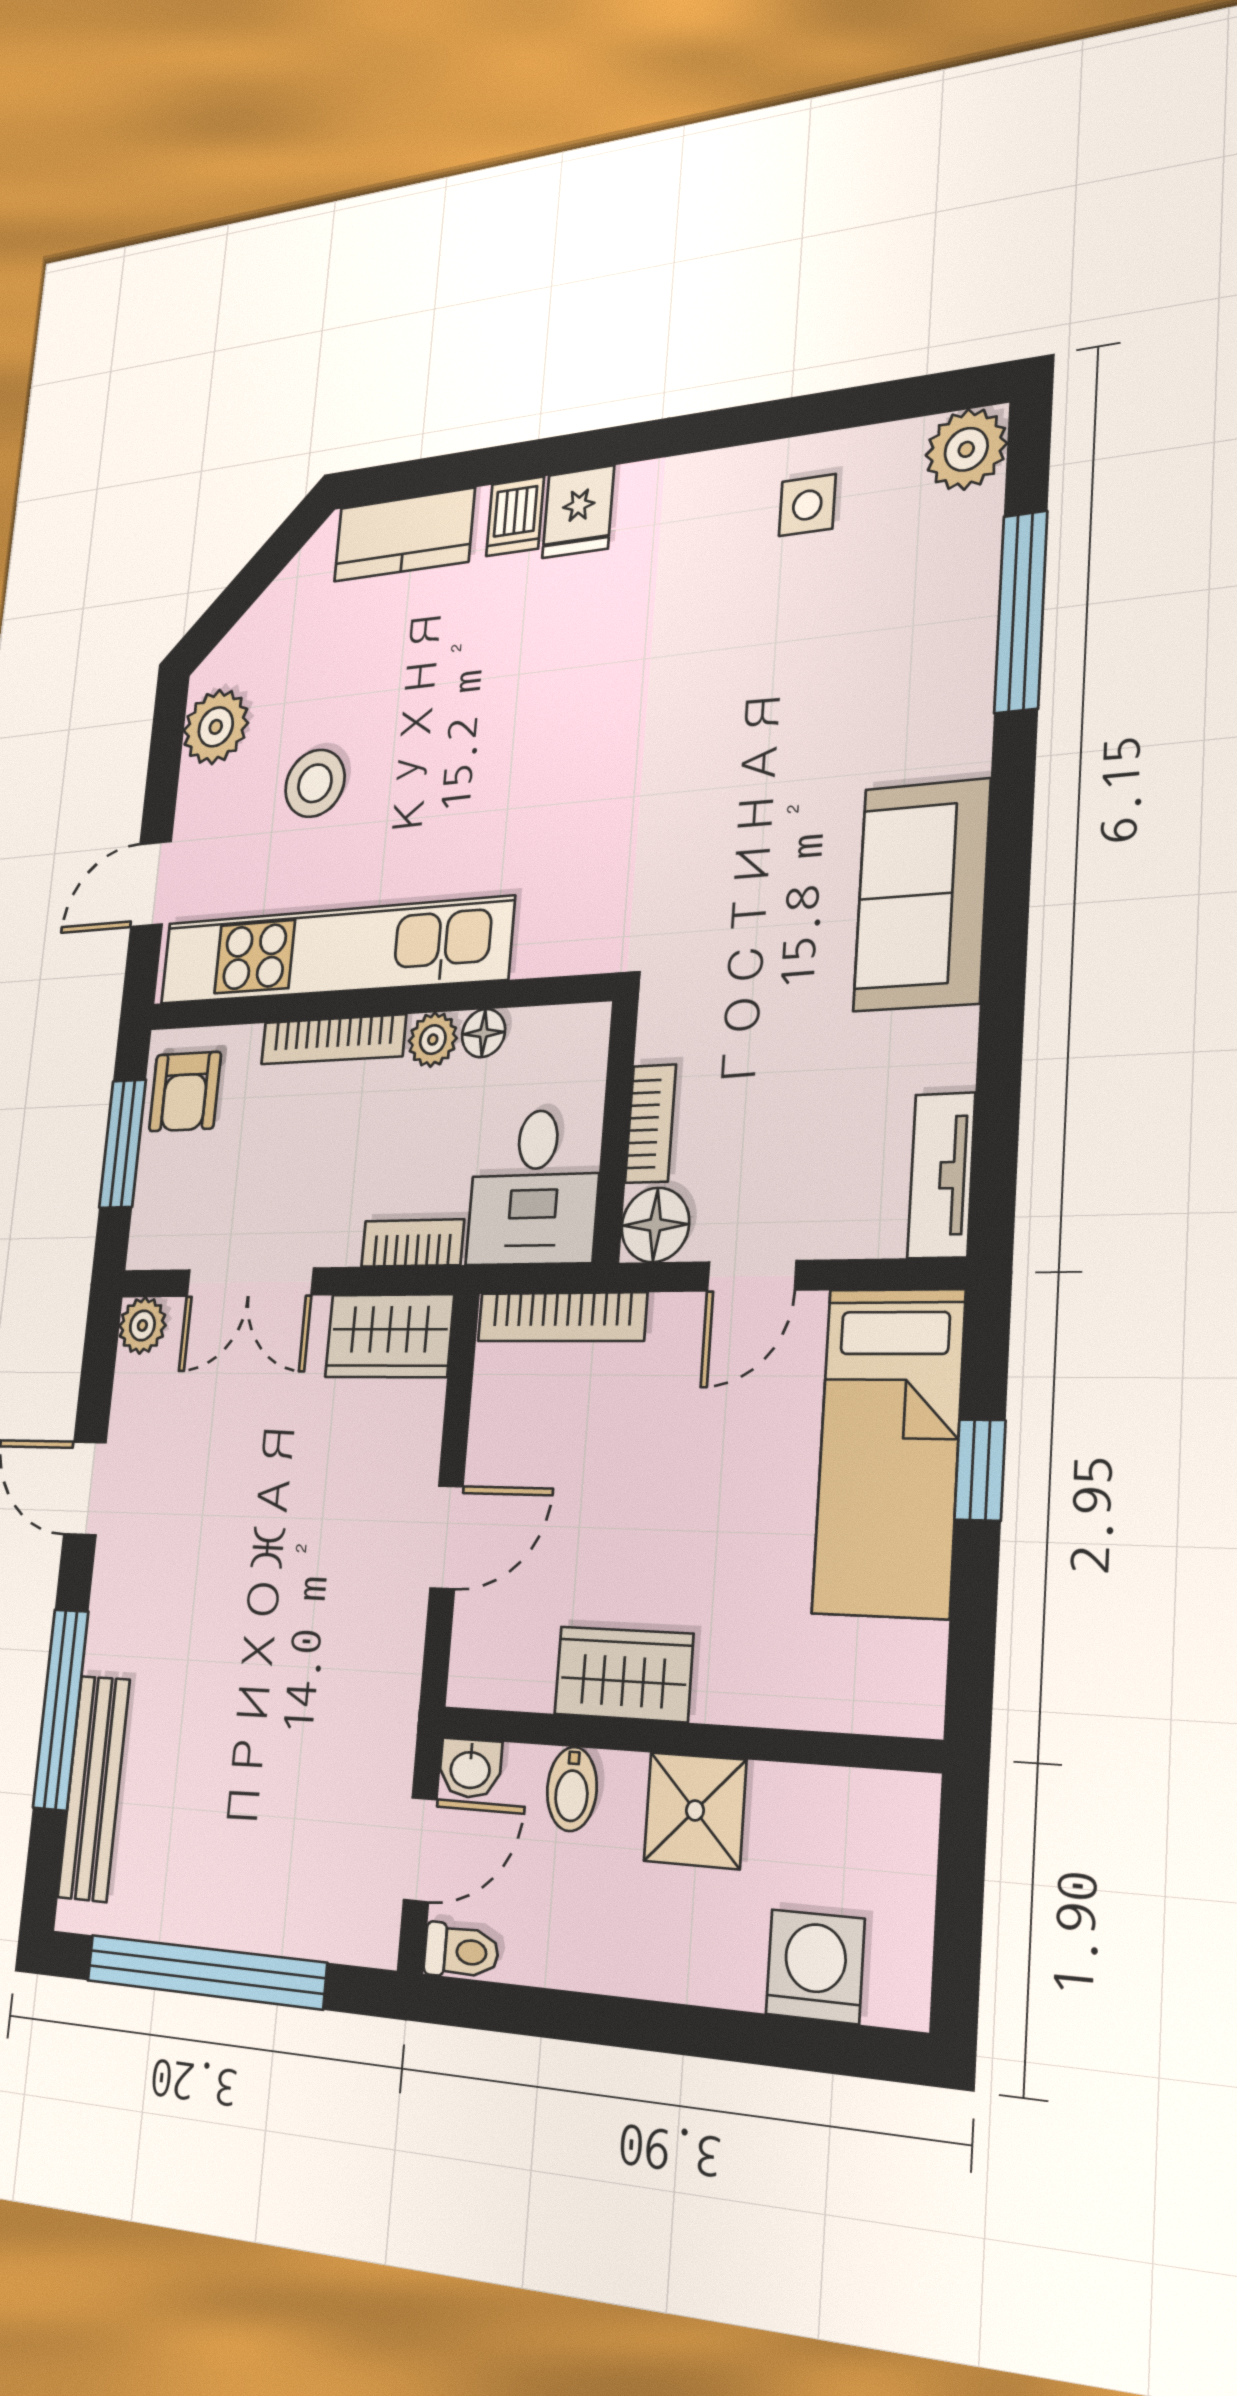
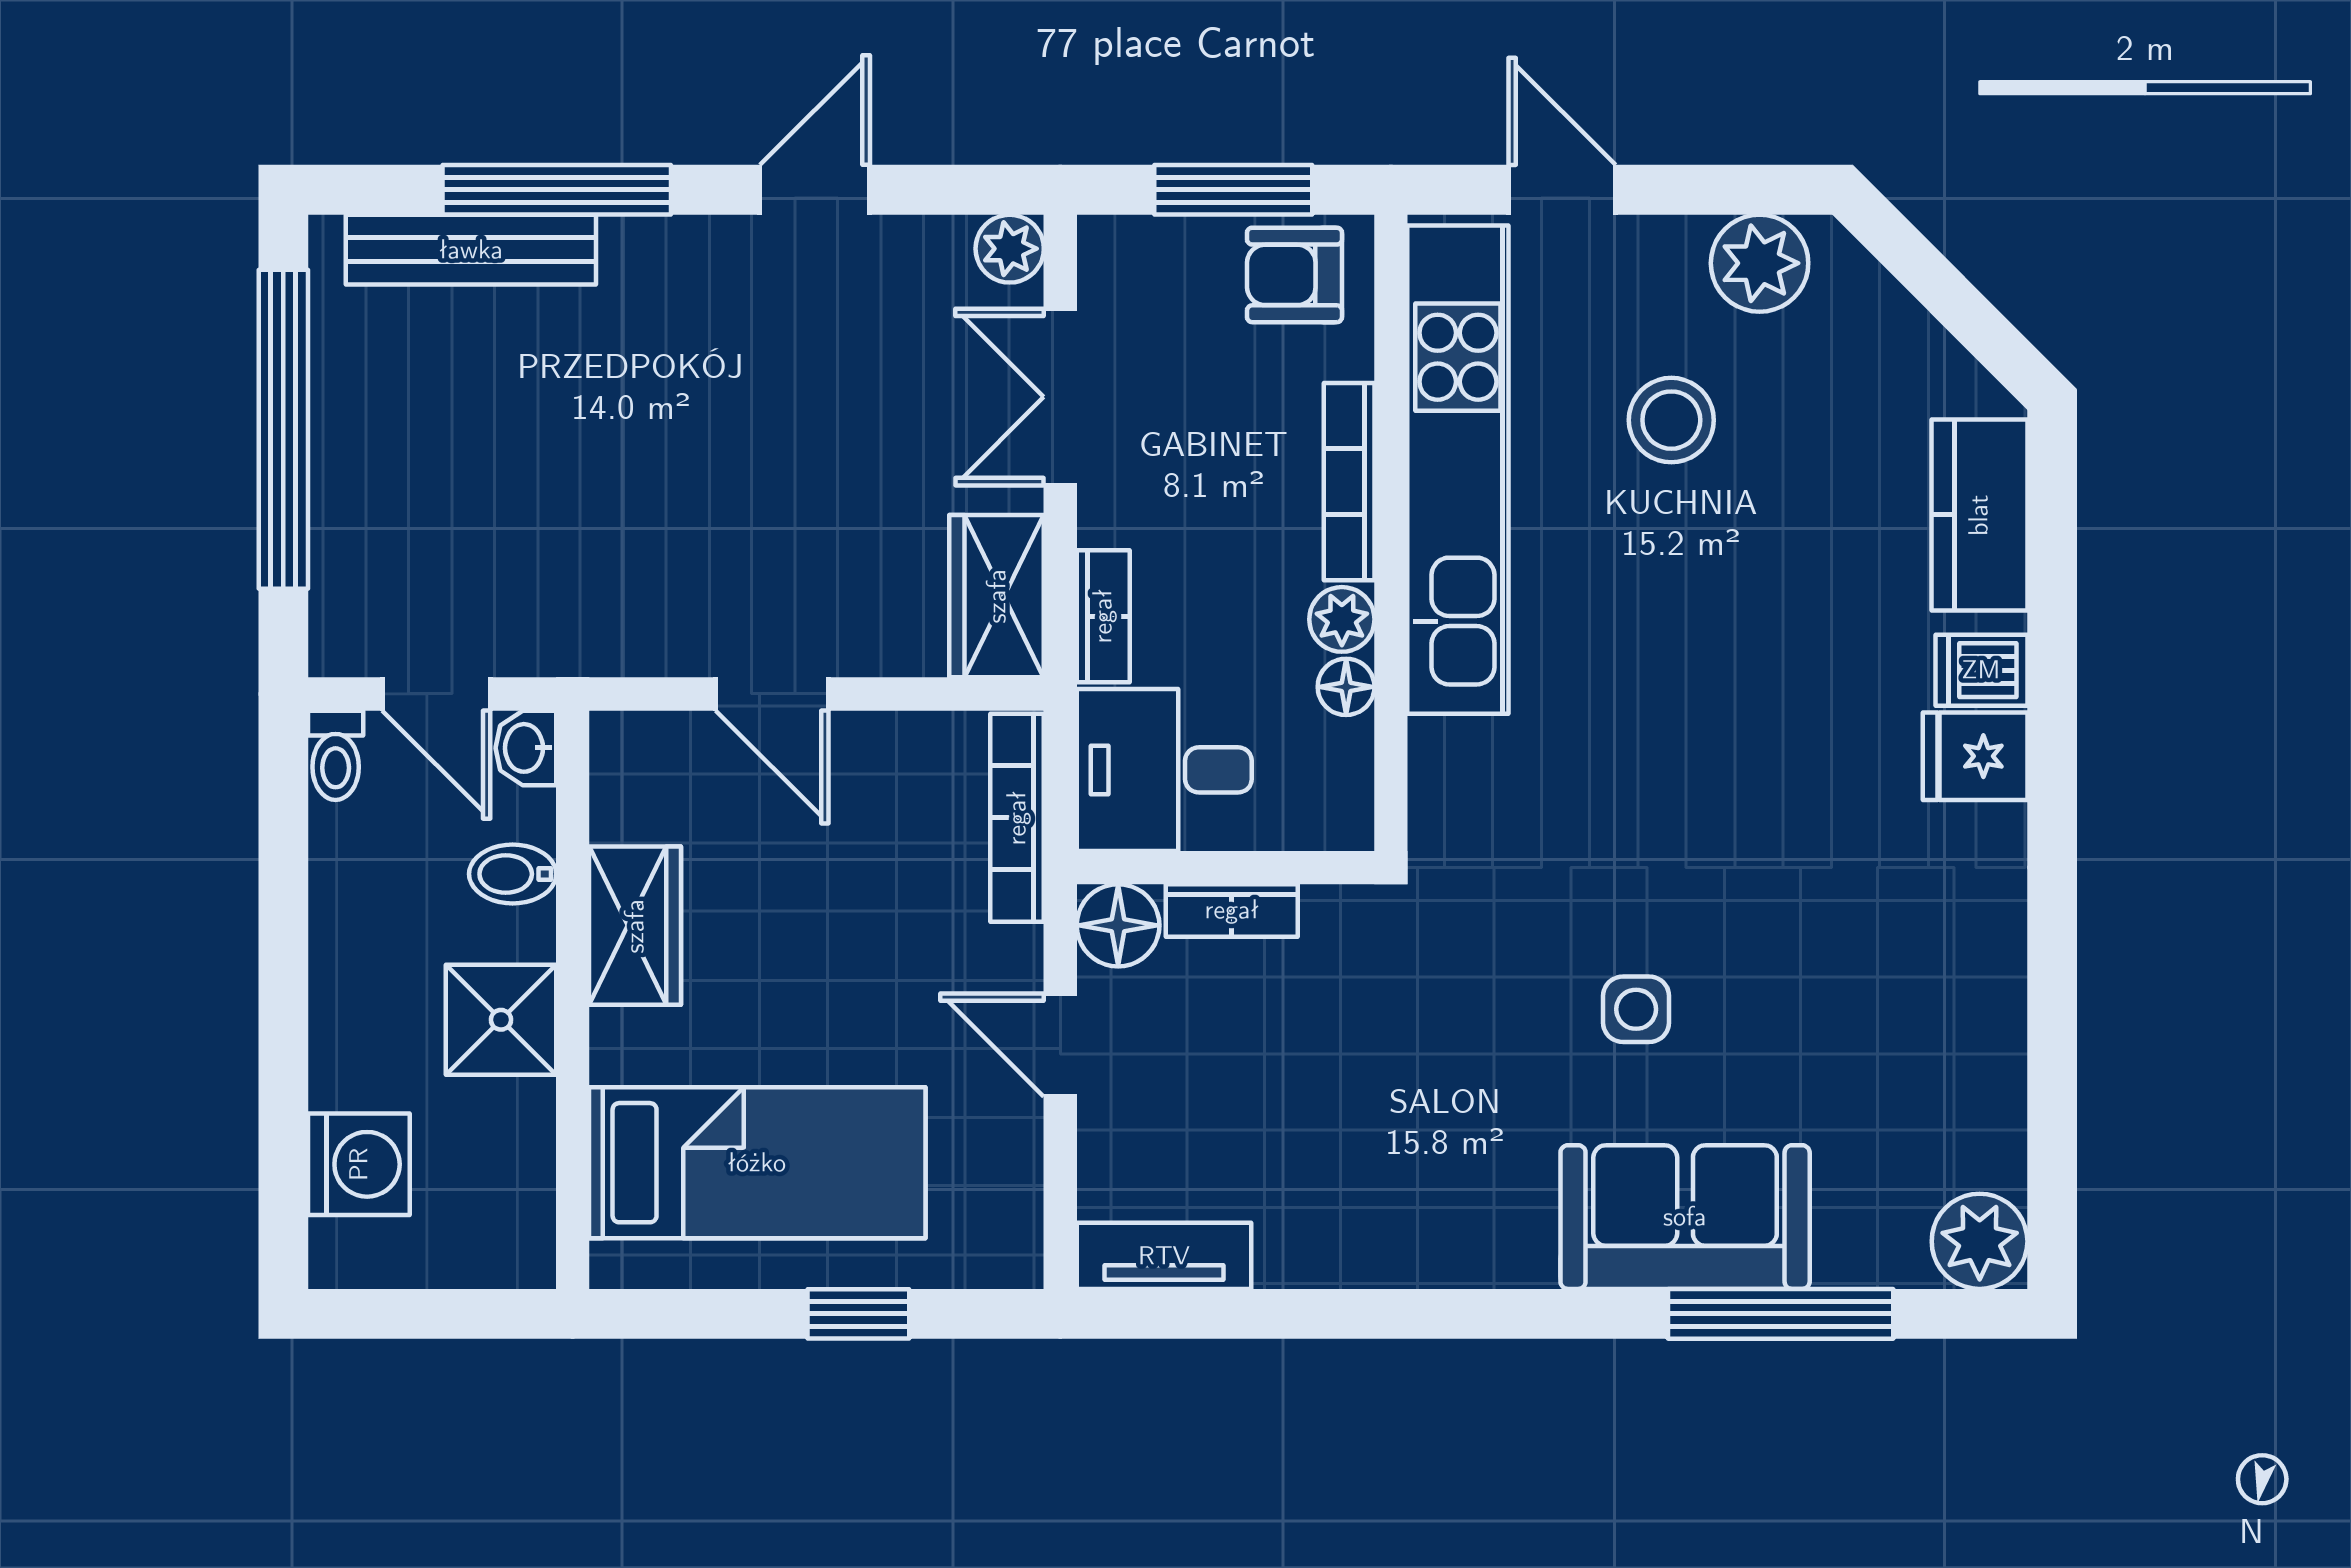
side table: (807, 505) -> (1636, 1009), moved
sofa: (922, 895) -> (1685, 1217), moved
bed: (889, 1451) -> (757, 1163), moved, turned 180

